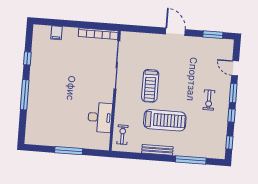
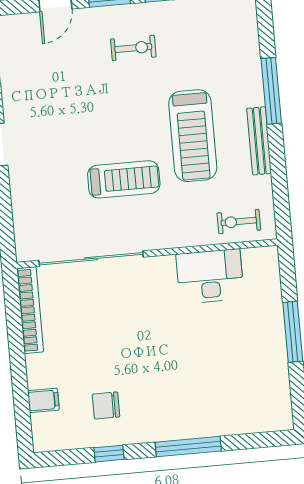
chair: (49, 61) -> (106, 405), added
treadmill: (165, 120) -> (193, 136), turned 180
window: (191, 160) -> (271, 91), moved

